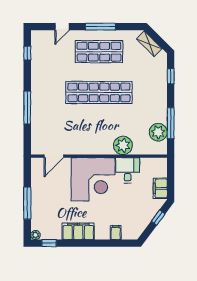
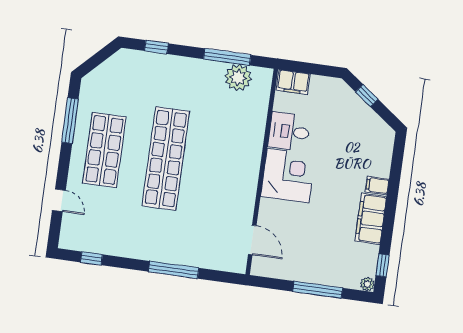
window: (100, 27) -> (70, 121), moved
shelving: (149, 44) -> (103, 73), removed
plant: (123, 145) -> (251, 133), removed
corner desk: (93, 179) -> (288, 176), width x0.74, depth x0.74
filing cabinet: (160, 188) -> (293, 82), moved
filing cabinet: (116, 233) -> (377, 185), moved

